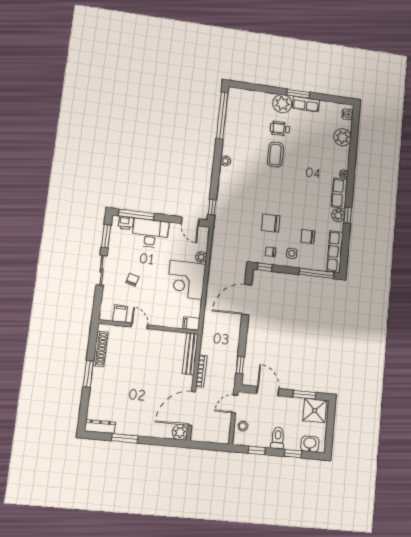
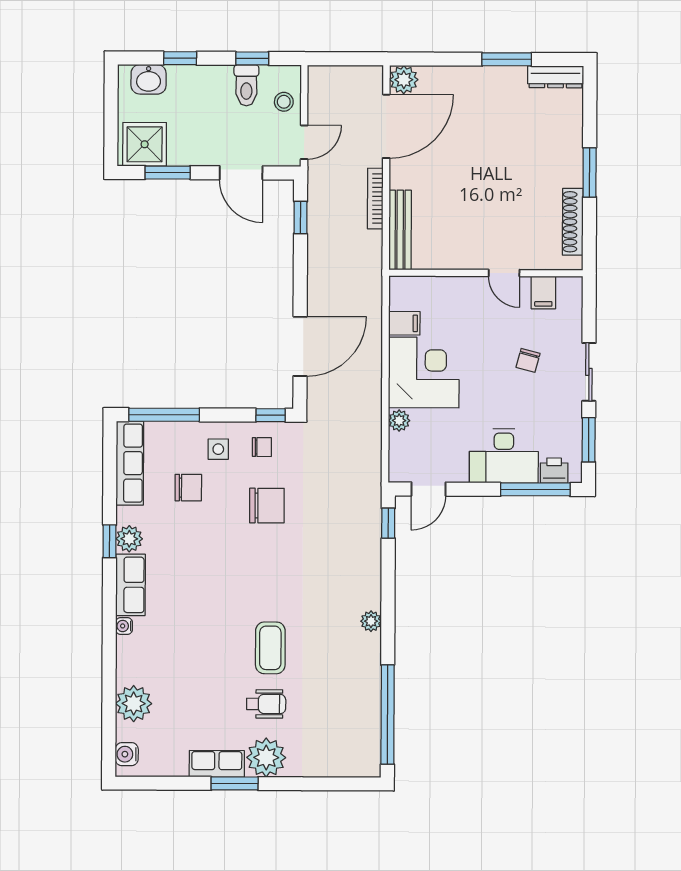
door: (190, 221) -> (428, 489), swing flipped
filing cabinet: (191, 323) -> (404, 323), moved
toilet: (278, 438) -> (246, 85), moved

